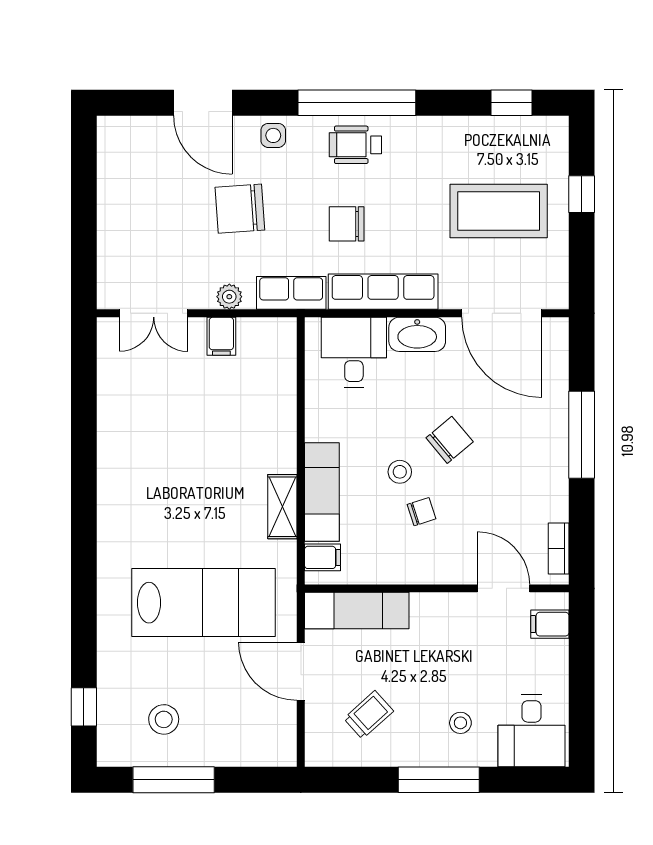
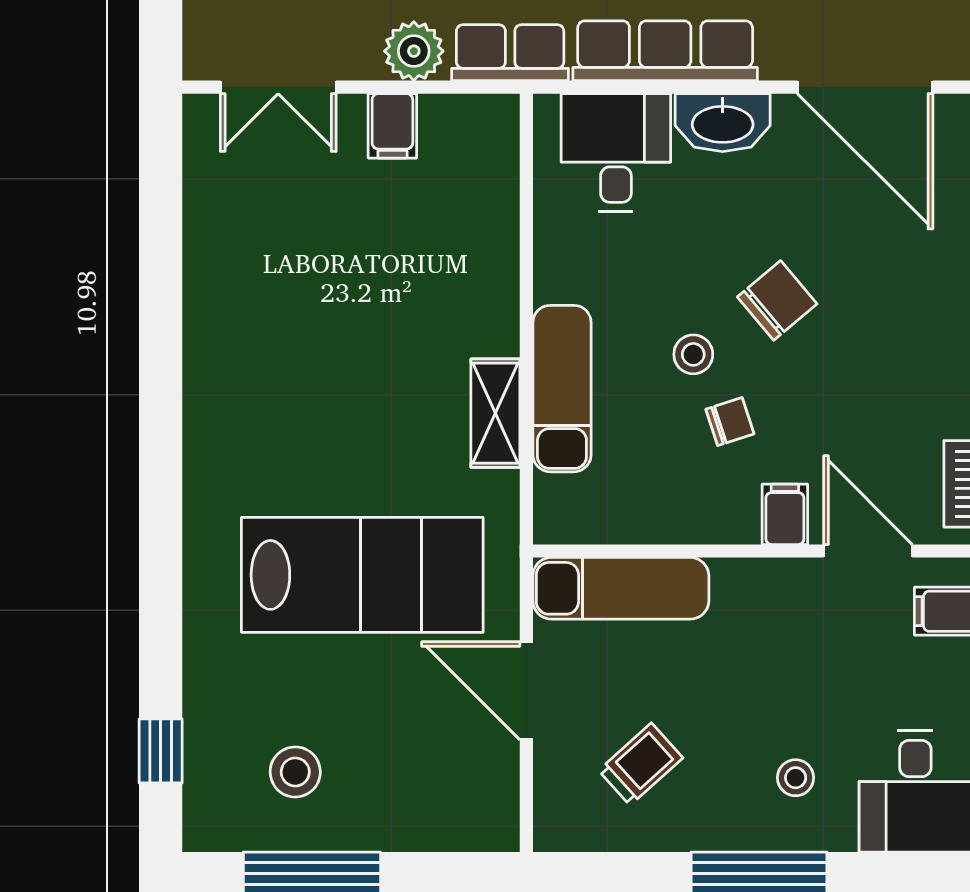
plant: (229, 297) -> (414, 51), width x1.38, depth x1.38
filing cabinet: (323, 557) -> (785, 514), moved, turned -90

